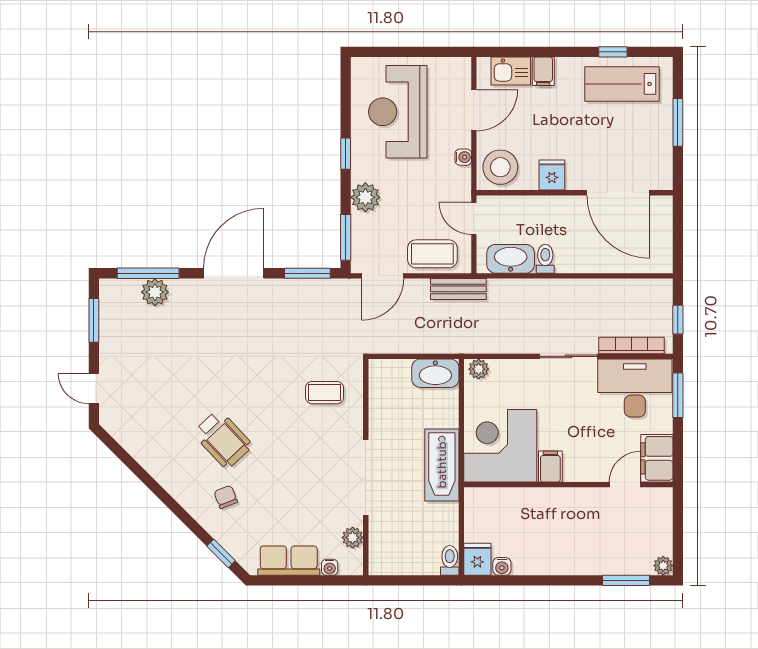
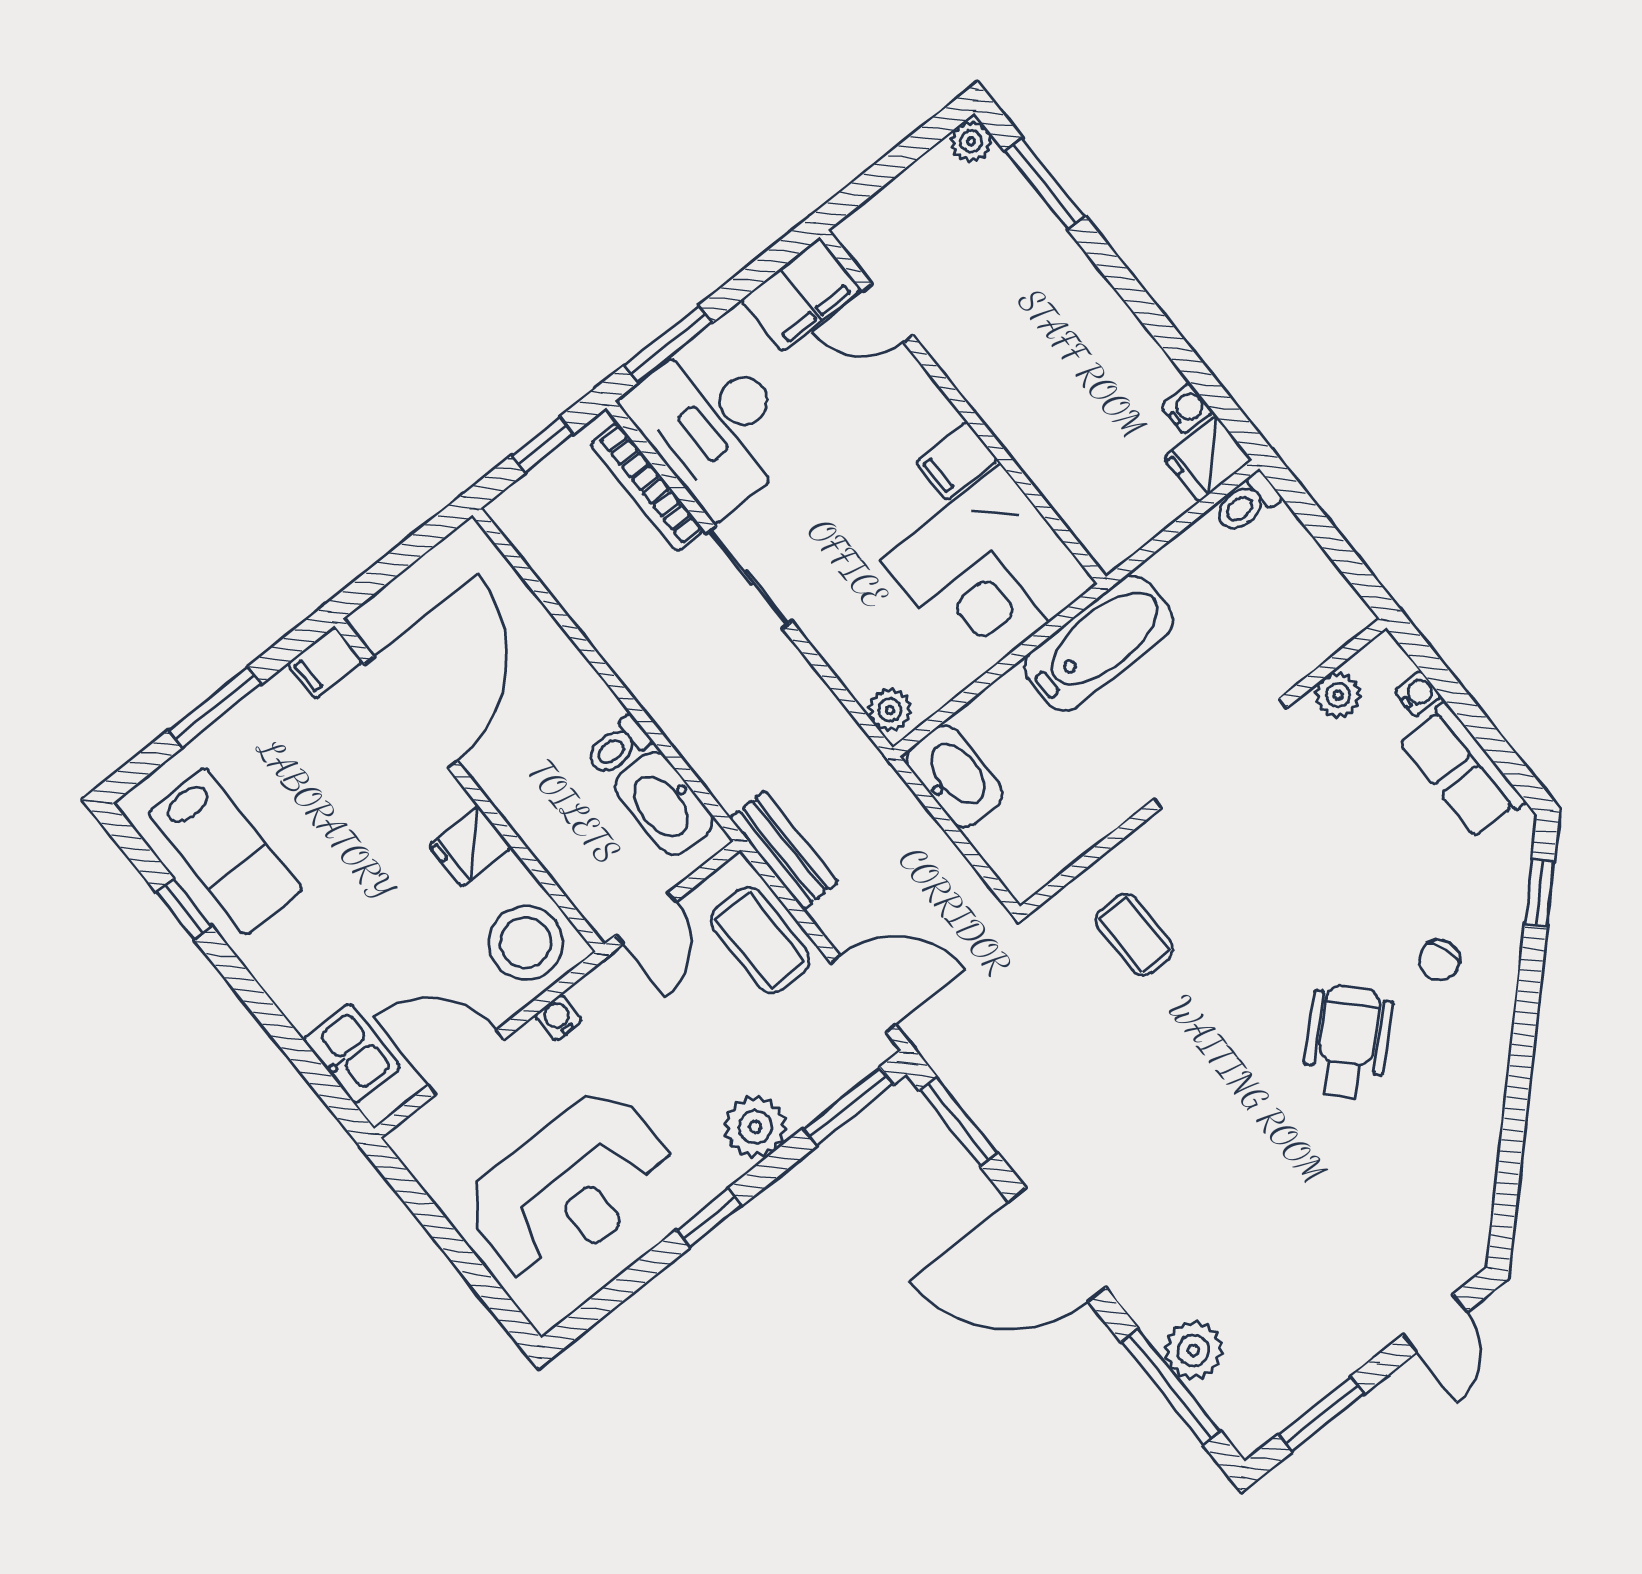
filing cabinet: (543, 71) -> (325, 663), moved, turned 180

